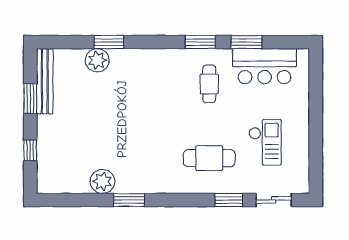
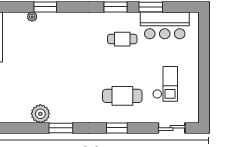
plant: (97, 60) -> (32, 17), width x0.53, depth x0.53
cafe table: (209, 84) -> (122, 39), turned 90
window: (229, 200) -> (117, 128), moved

